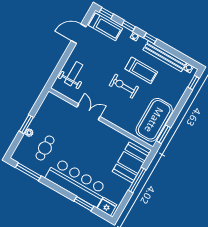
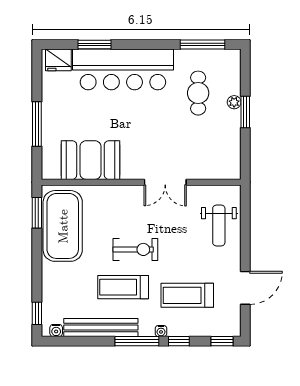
treadmill: (105, 27) -> (187, 295), moved
window: (150, 38) -> (137, 341), width x2.17
booth: (131, 163) -> (90, 160), moved, turned 90

